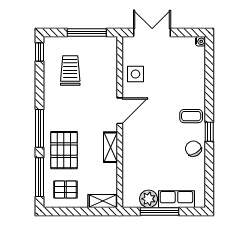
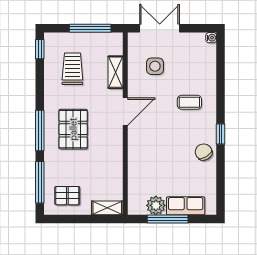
side table: (136, 74) -> (155, 66), moved
coffee table: (191, 116) -> (189, 102), moved
shelving: (111, 147) -> (115, 72), moved
pallet: (64, 150) -> (73, 129), moved

